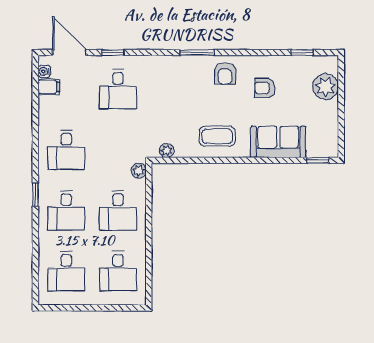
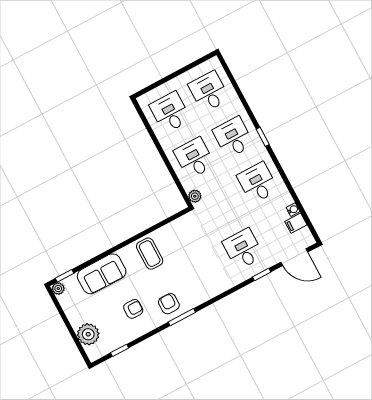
window: (197, 52) -> (182, 317), moved
water cooler: (44, 71) -> (293, 210), moved
coffee table: (217, 136) -> (150, 254), turned 90
plant: (167, 151) -> (58, 289), moved

